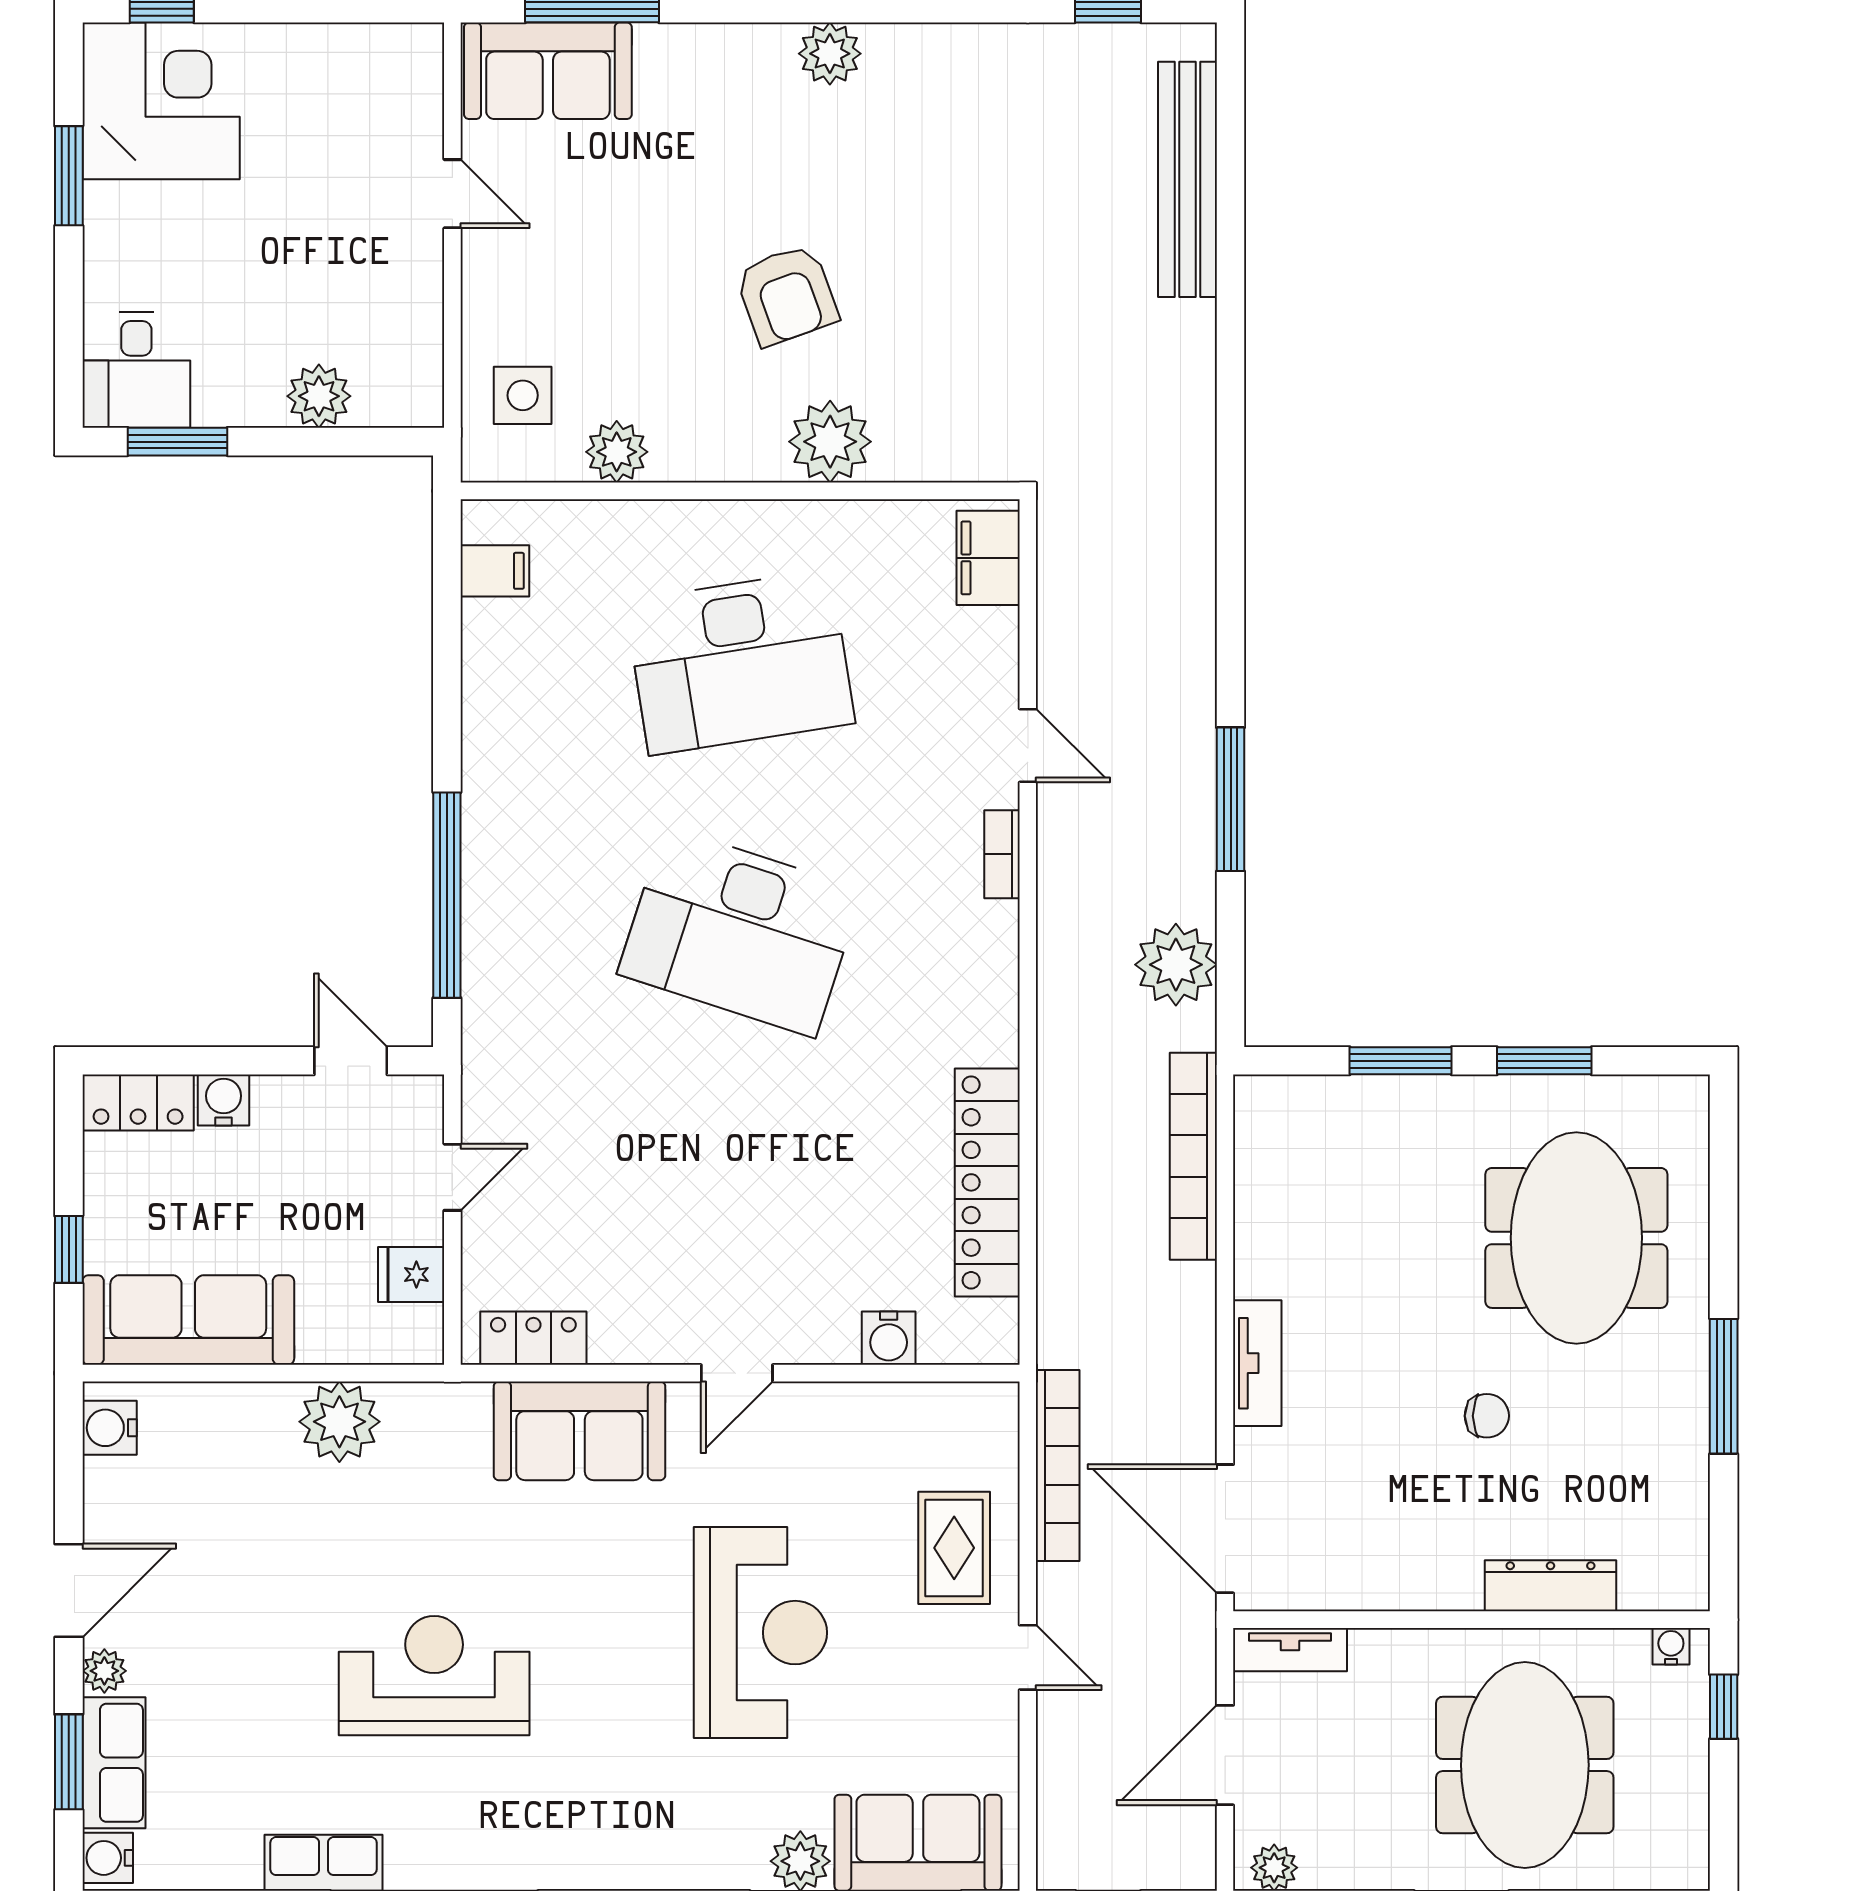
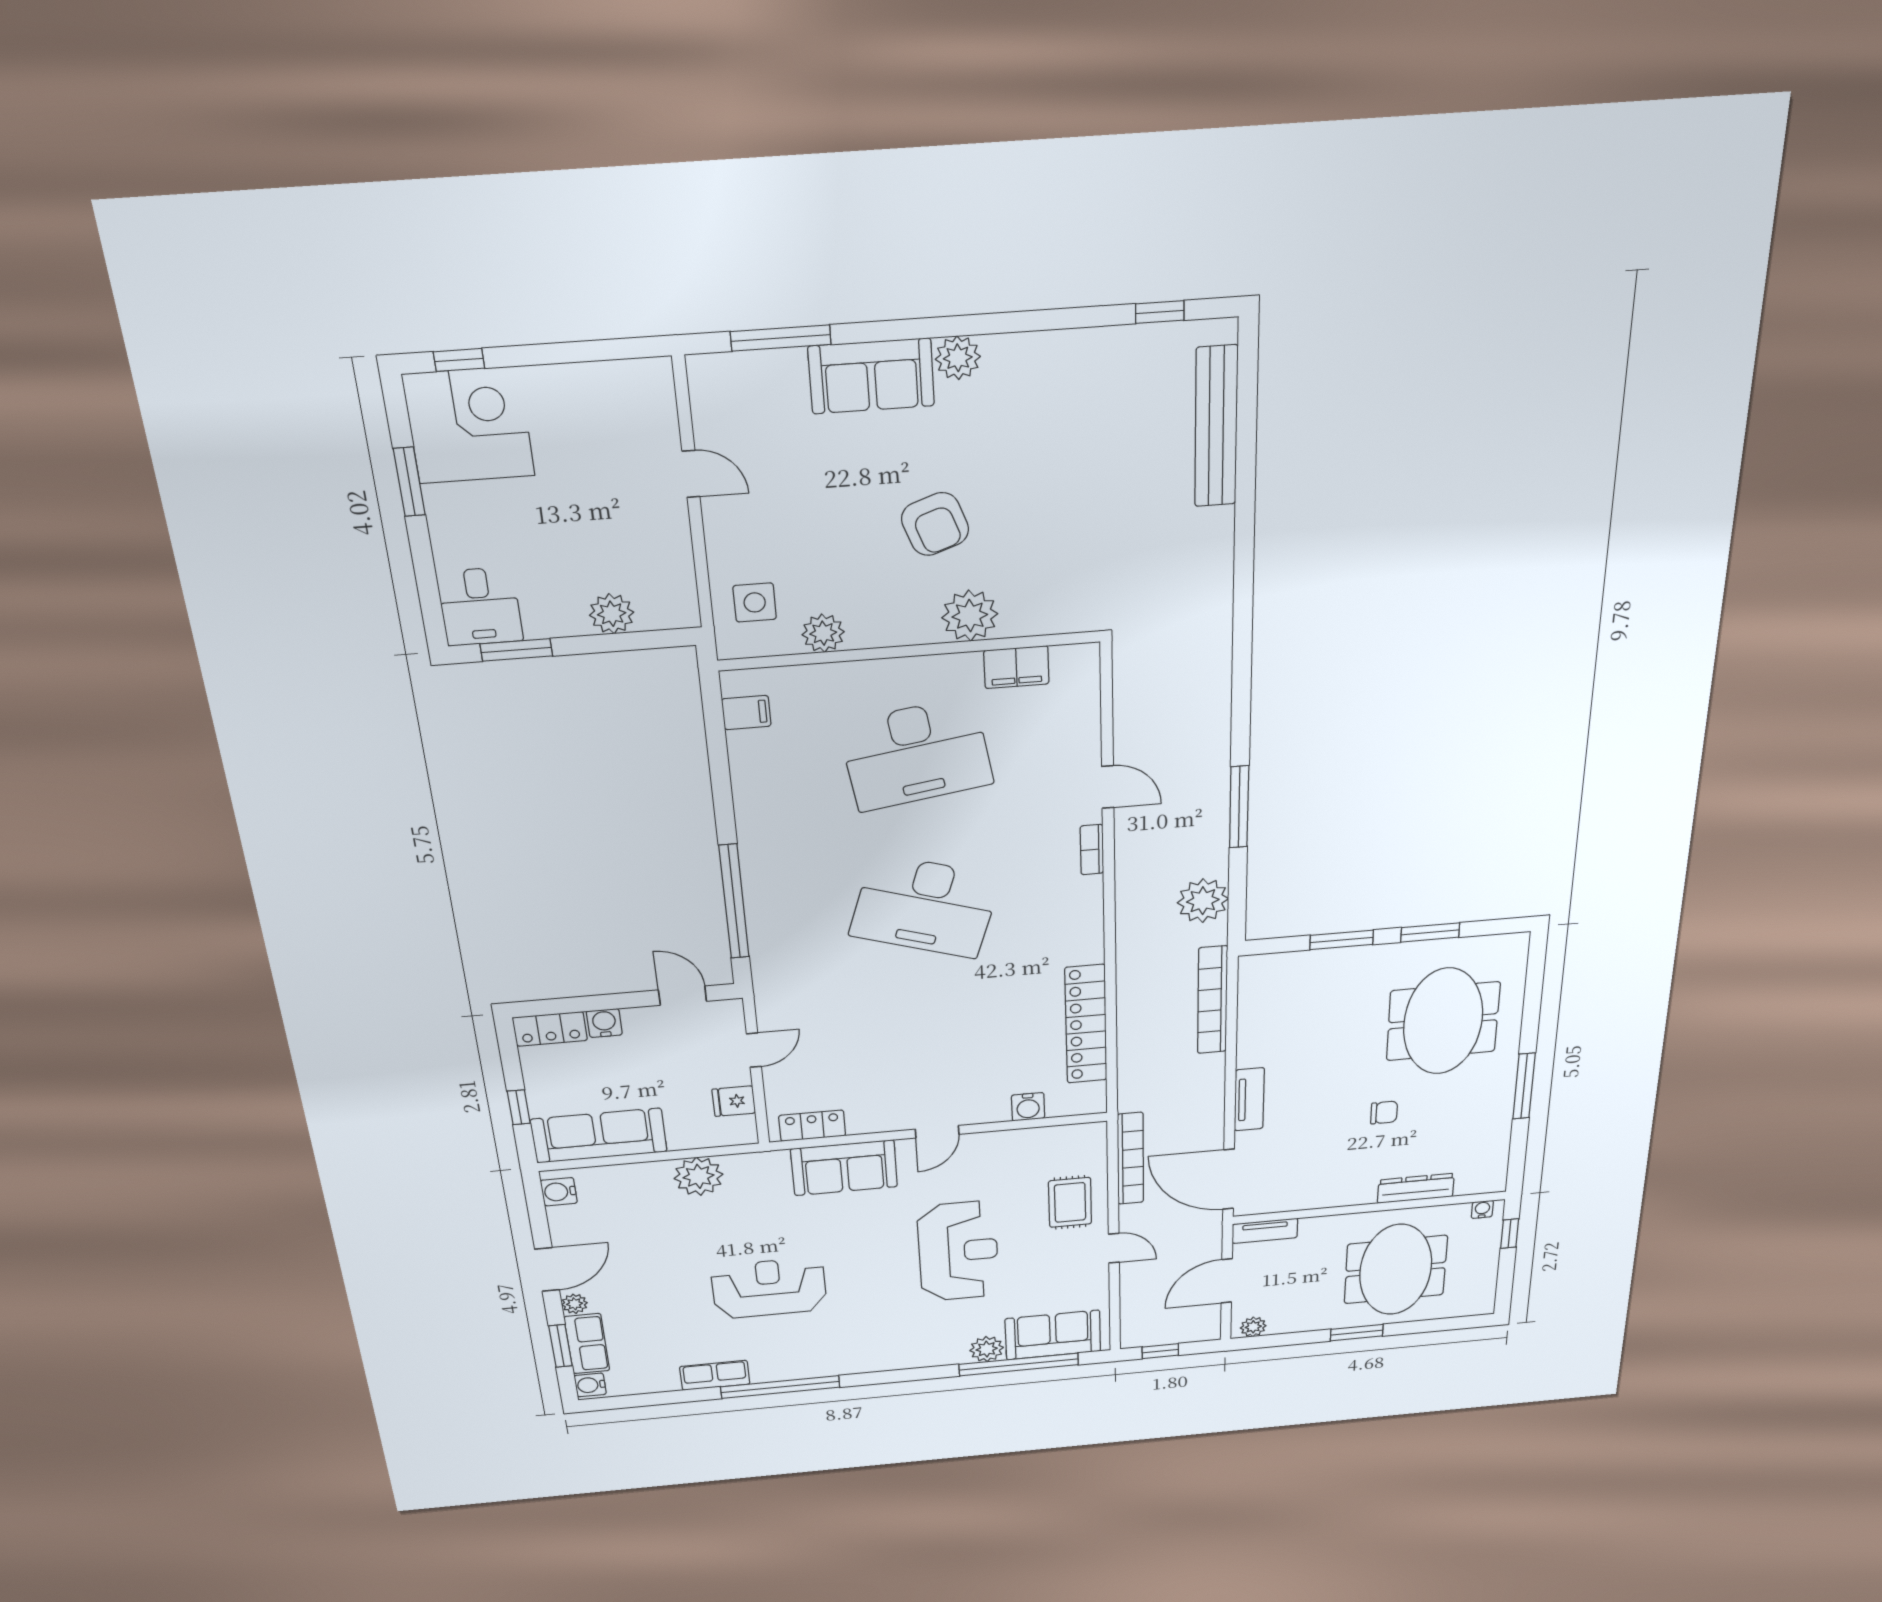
sofa: (548, 71) -> (871, 376), moved
filing cabinet: (988, 558) -> (1016, 667), moved, turned -90

